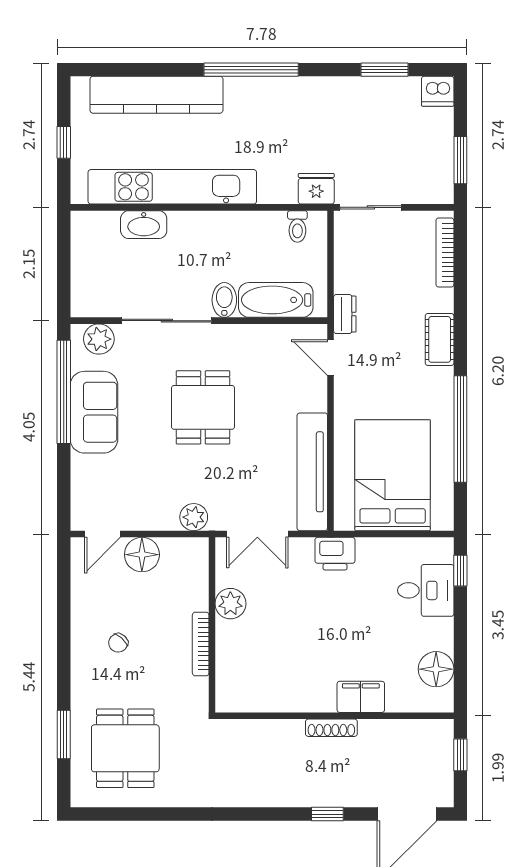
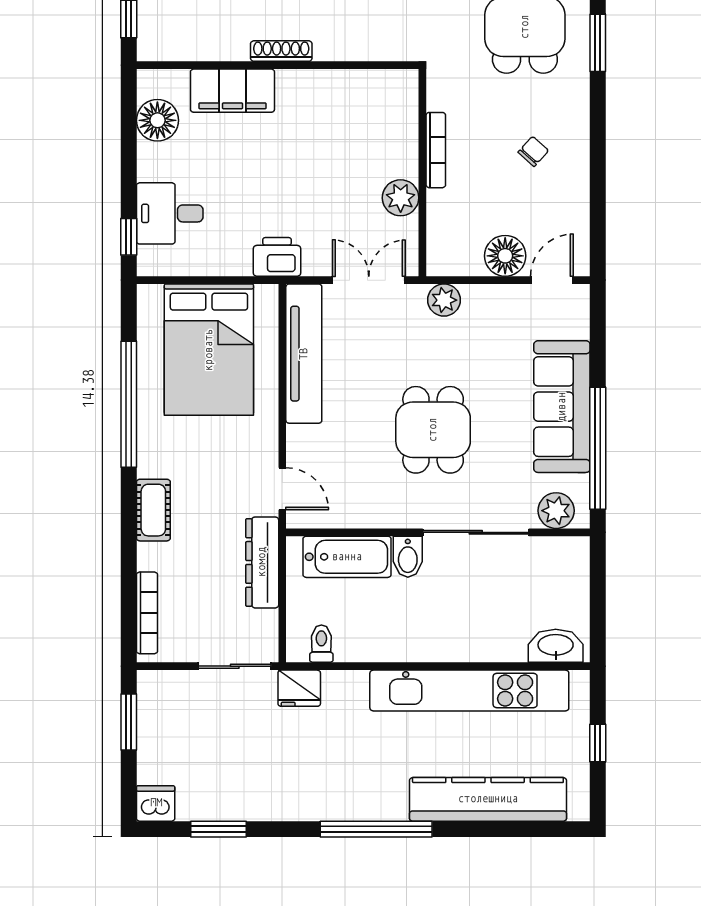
washbasin: (144, 225) -> (556, 646), moved
dresser: (345, 314) -> (262, 562), width x1.96, depth x1.24
sofa: (94, 412) -> (562, 407), width x1.36
filing cabinet: (361, 697) -> (232, 91), width x1.50, depth x1.17

